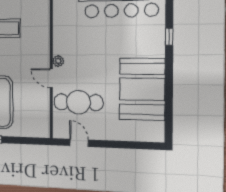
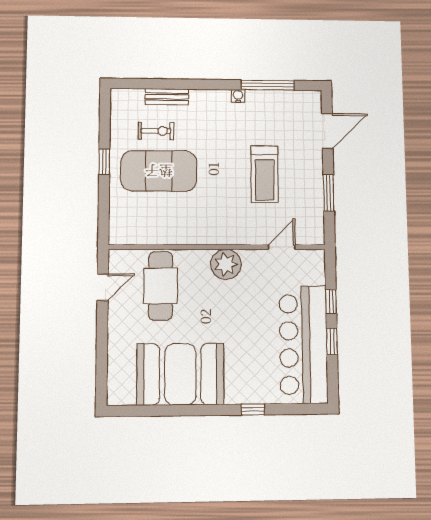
plant: (58, 61) -> (226, 264), width x1.87, depth x1.87
door: (51, 78) -> (282, 247), moved

